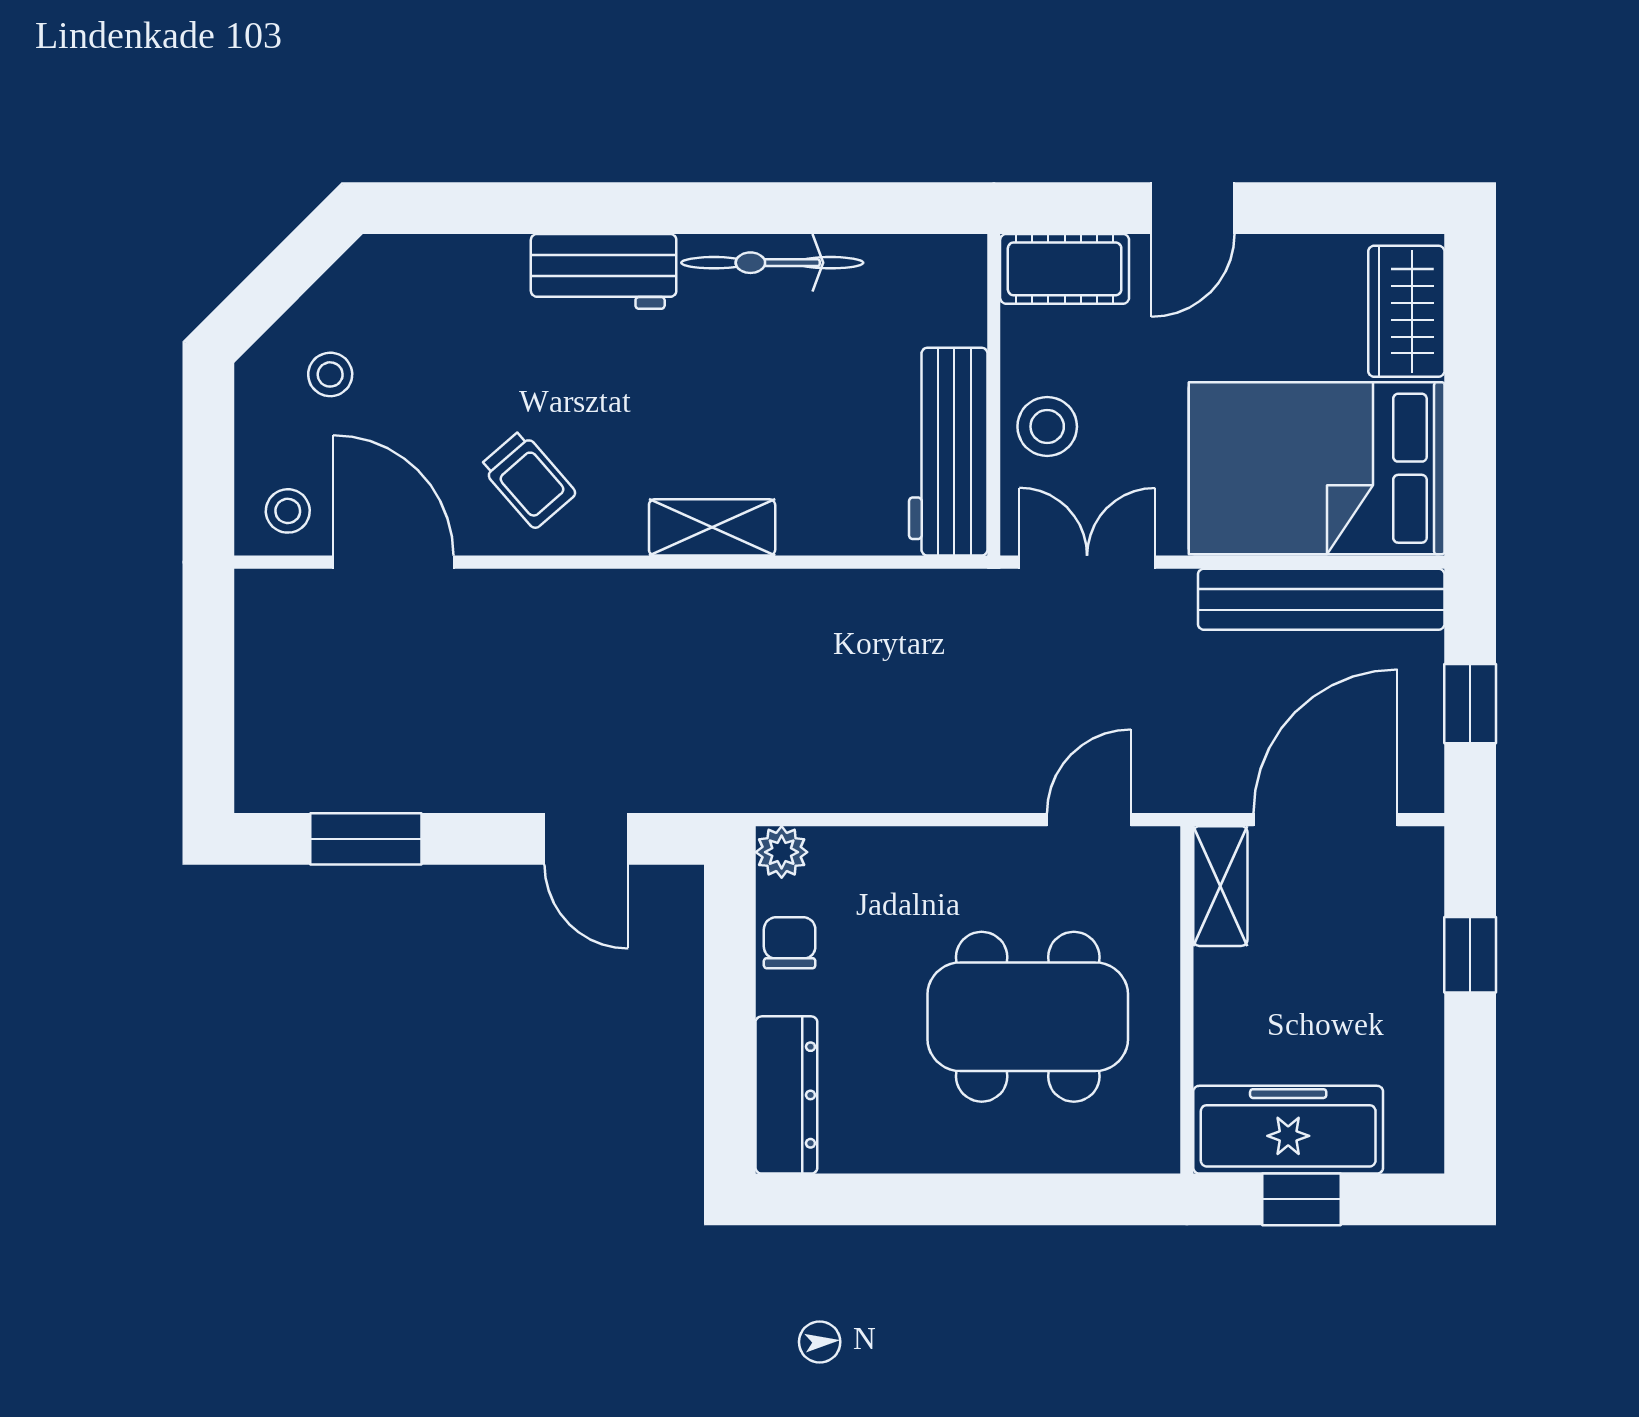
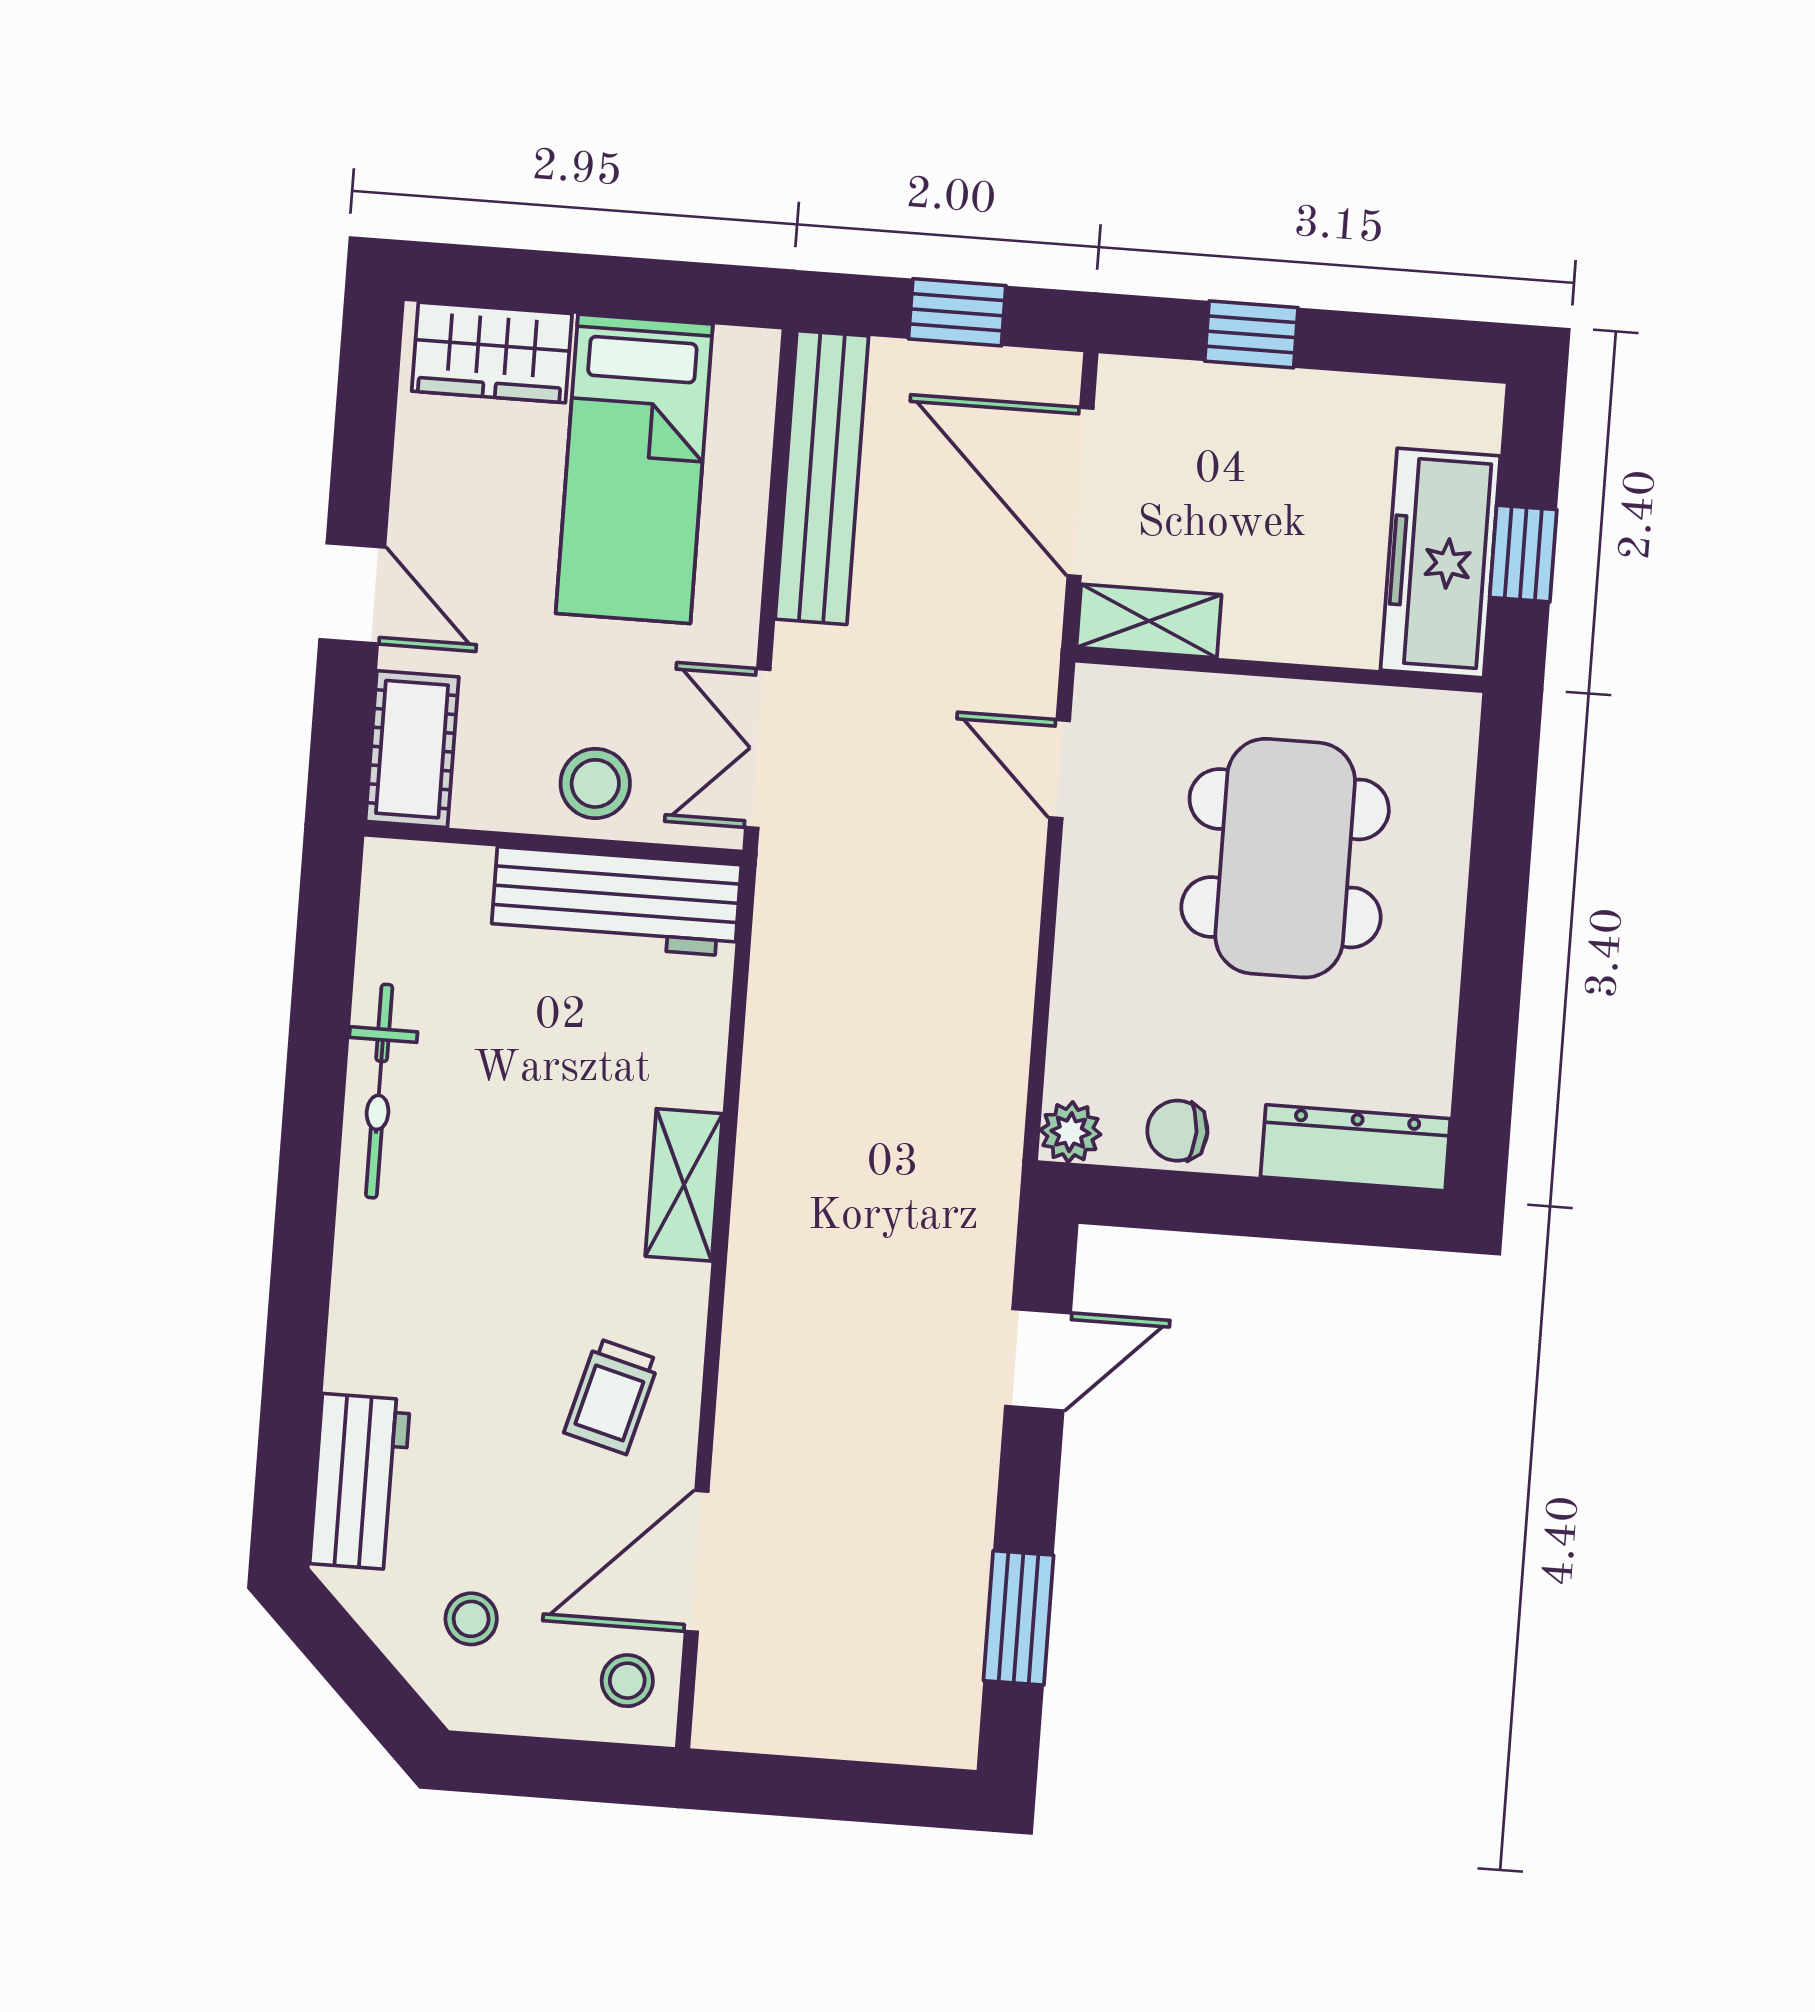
workbench: (604, 271) -> (360, 1482), moved
bed: (1317, 468) -> (634, 469), width x0.67
trolley: (528, 480) -> (612, 1396), turned 146

